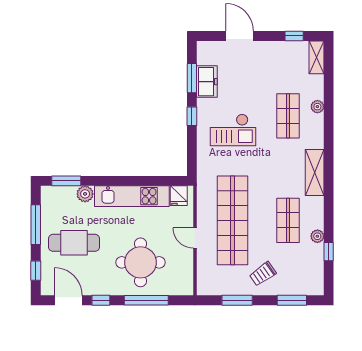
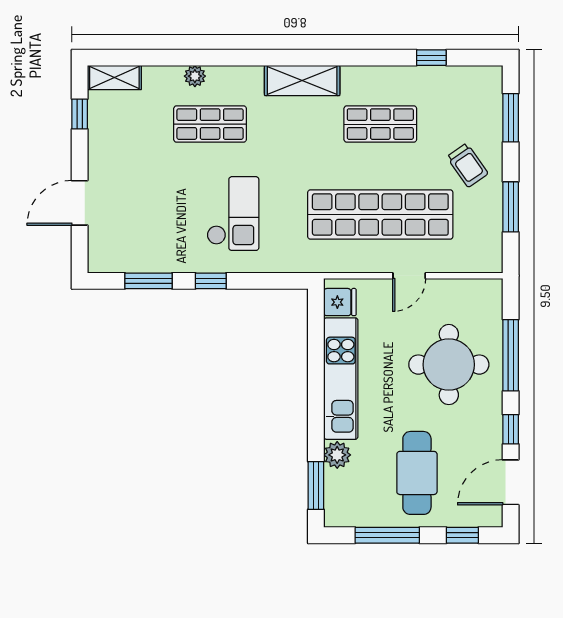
freezer: (207, 82) -> (154, 256), removed
plant: (317, 236) -> (406, 76), removed

